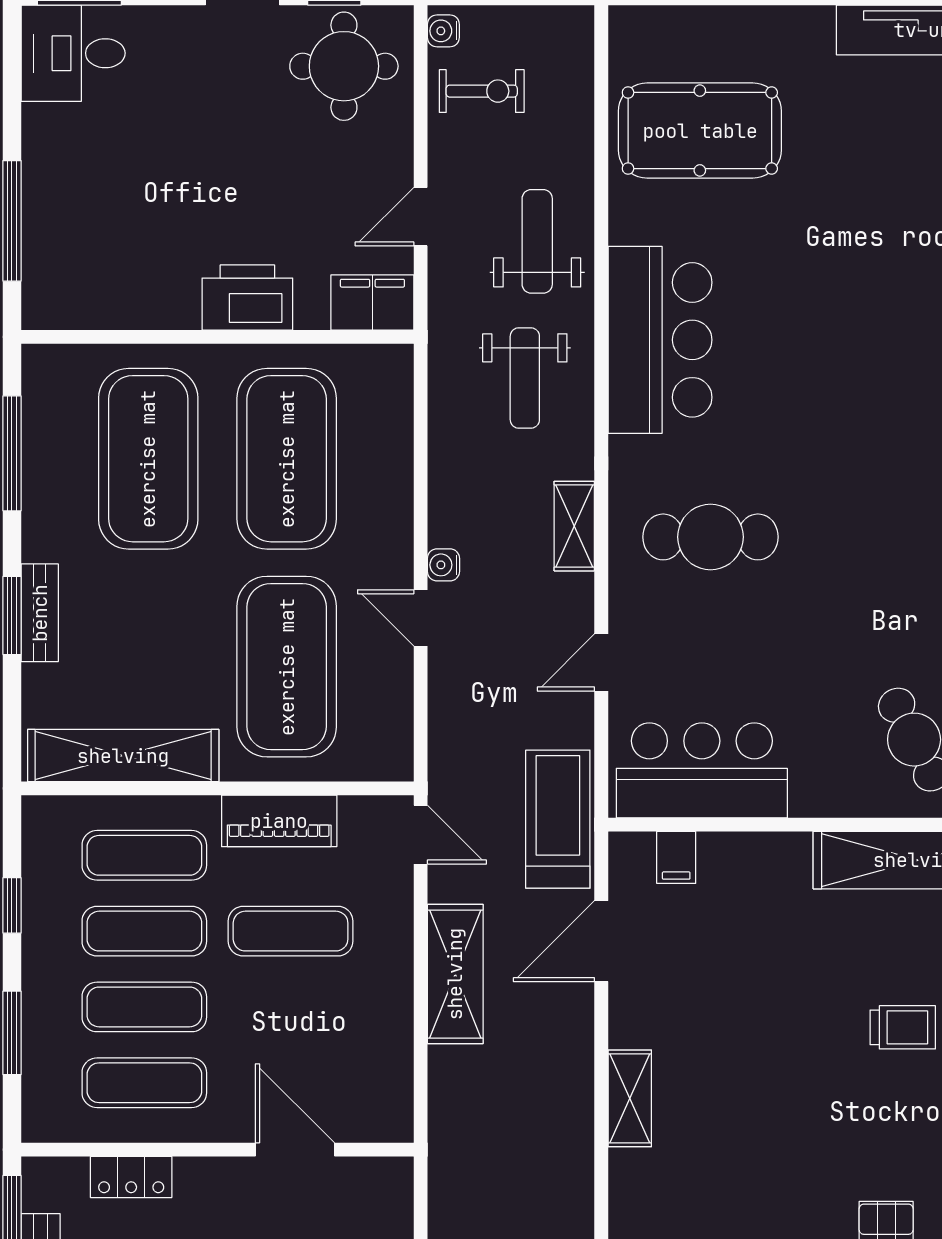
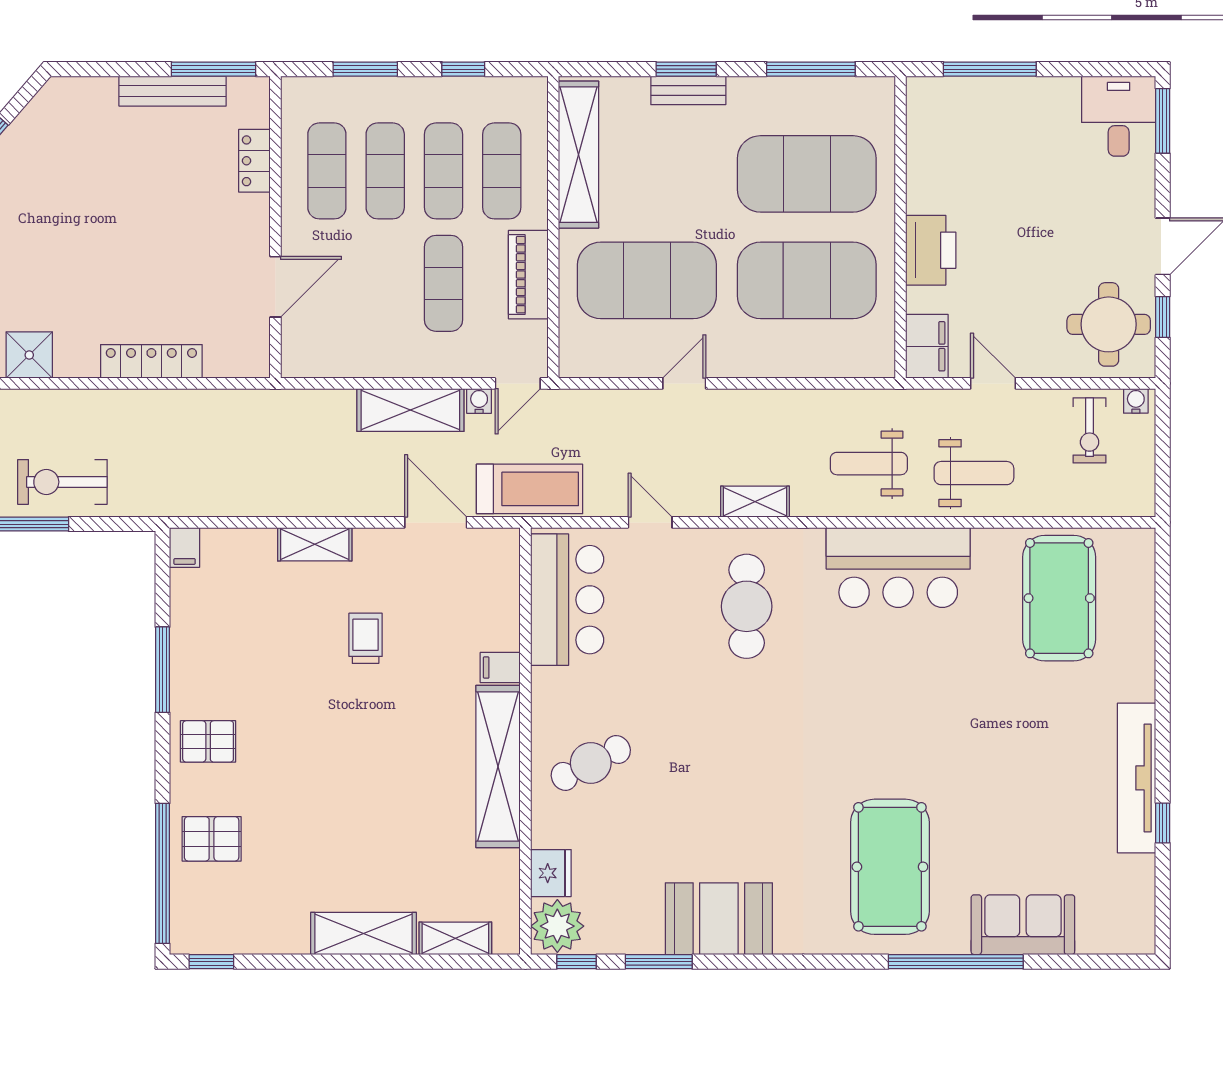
water cooler: (443, 565) -> (479, 401), moved
filing cabinet: (676, 857) -> (500, 668), moved
trolley: (903, 1027) -> (366, 638), moved, turned 180

